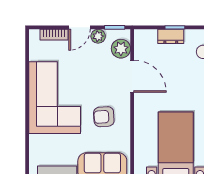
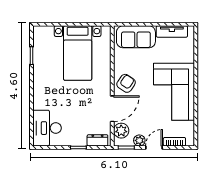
dresser: (171, 36) -> (97, 140), moved
door: (132, 76) -> (112, 109), swing flipped
armchair: (104, 117) -> (126, 83), moved, turned -52

